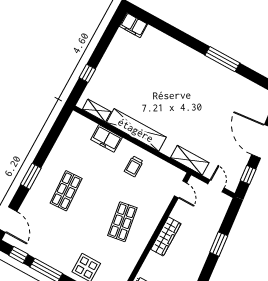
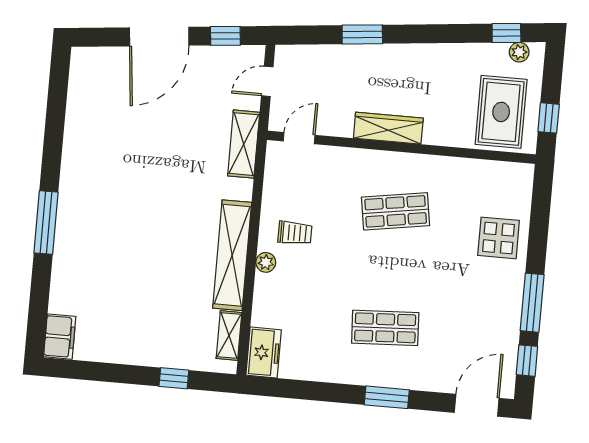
window: (222, 59) -> (46, 222), moved
freezer: (106, 138) -> (264, 353), moved
plant: (125, 145) -> (266, 262), added

